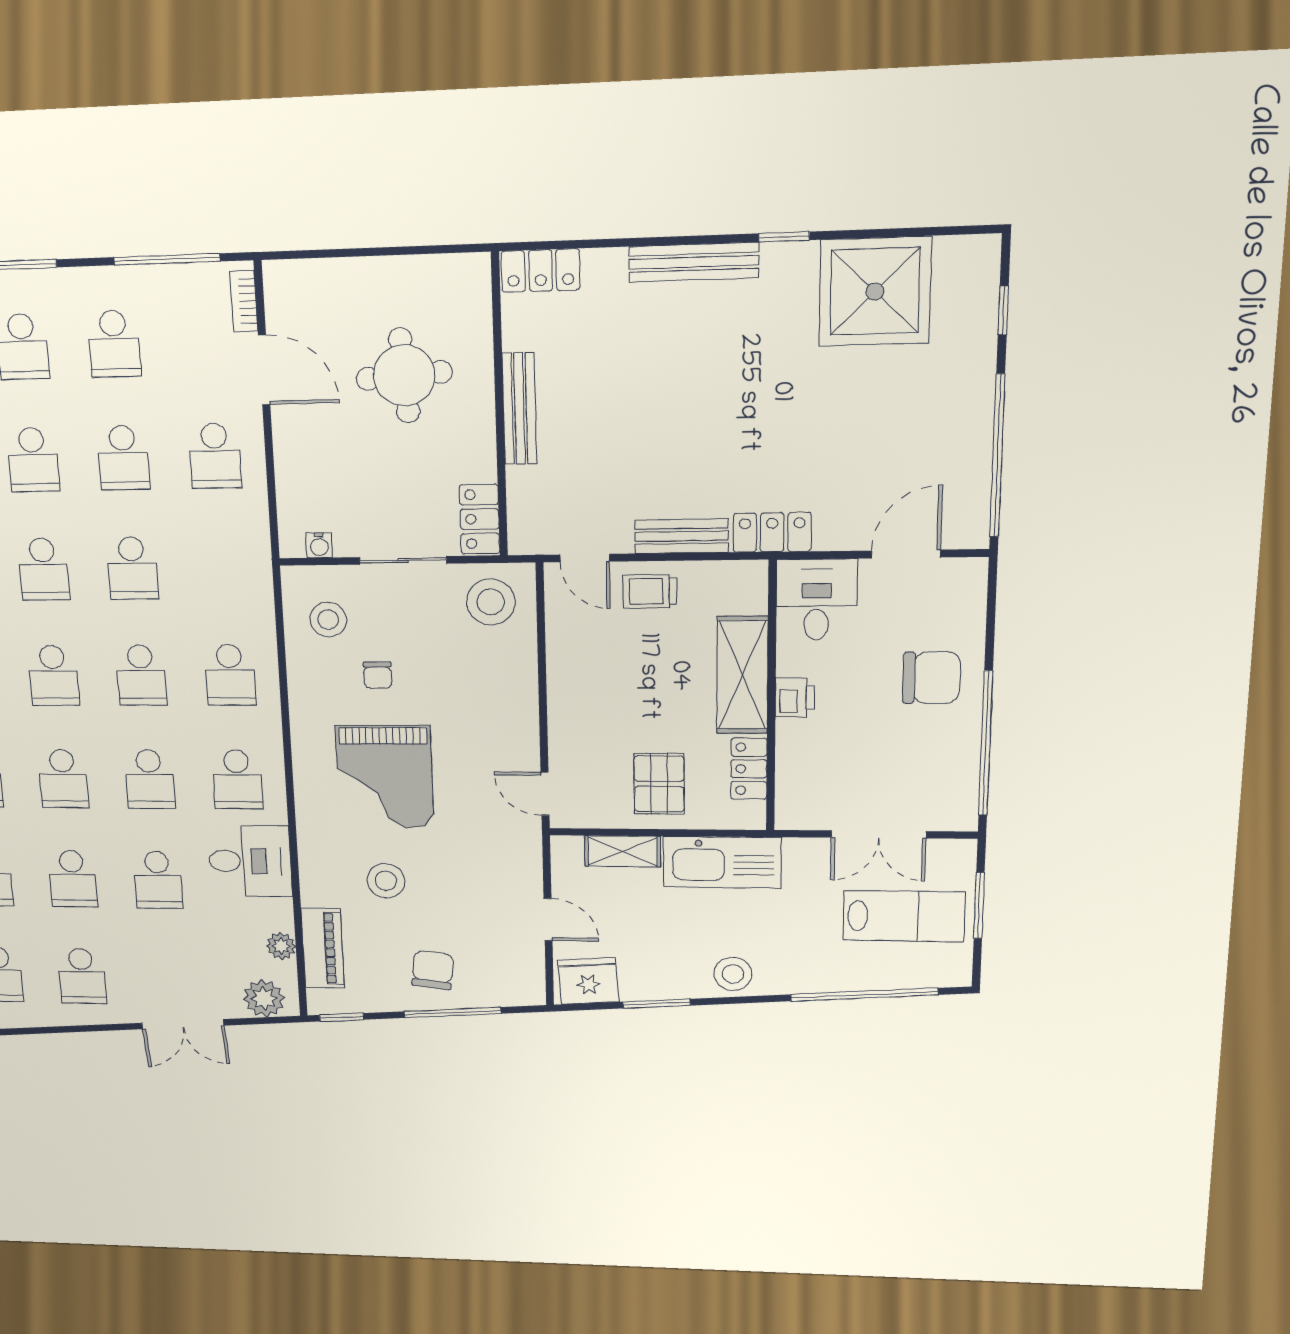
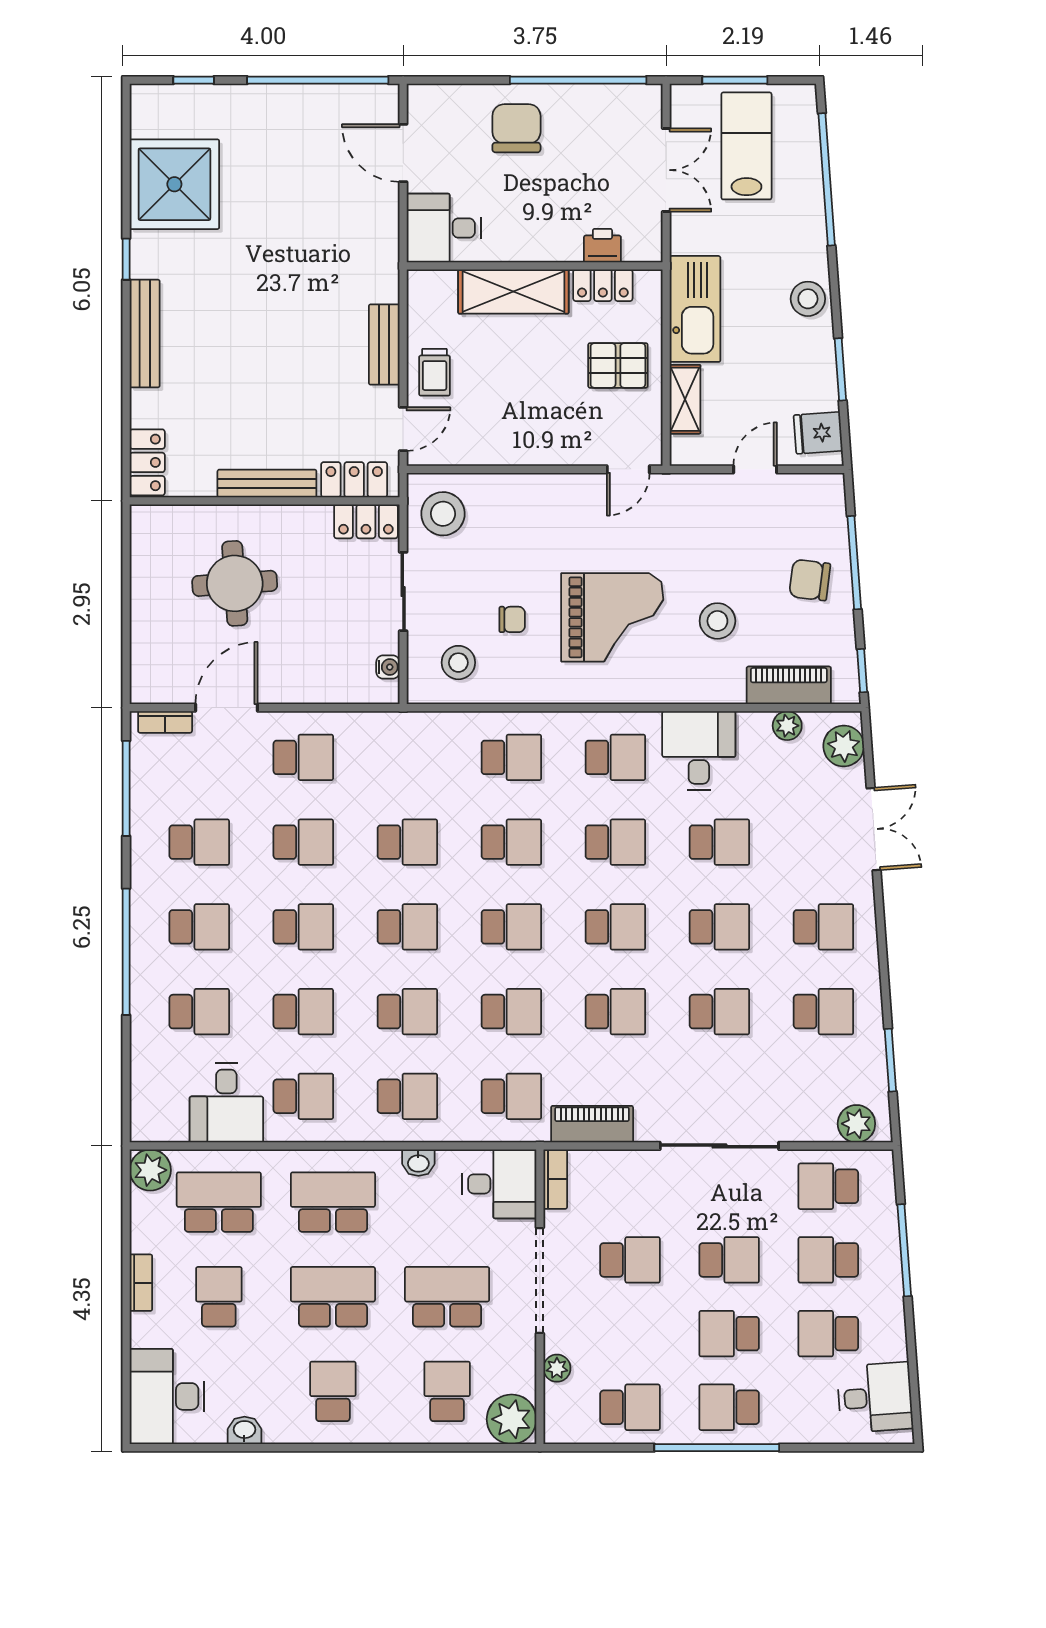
locker: (772, 532) -> (354, 480), moved, turned 90
printer: (795, 698) -> (602, 246), moved
fridge: (588, 981) -> (818, 433), width x0.72

